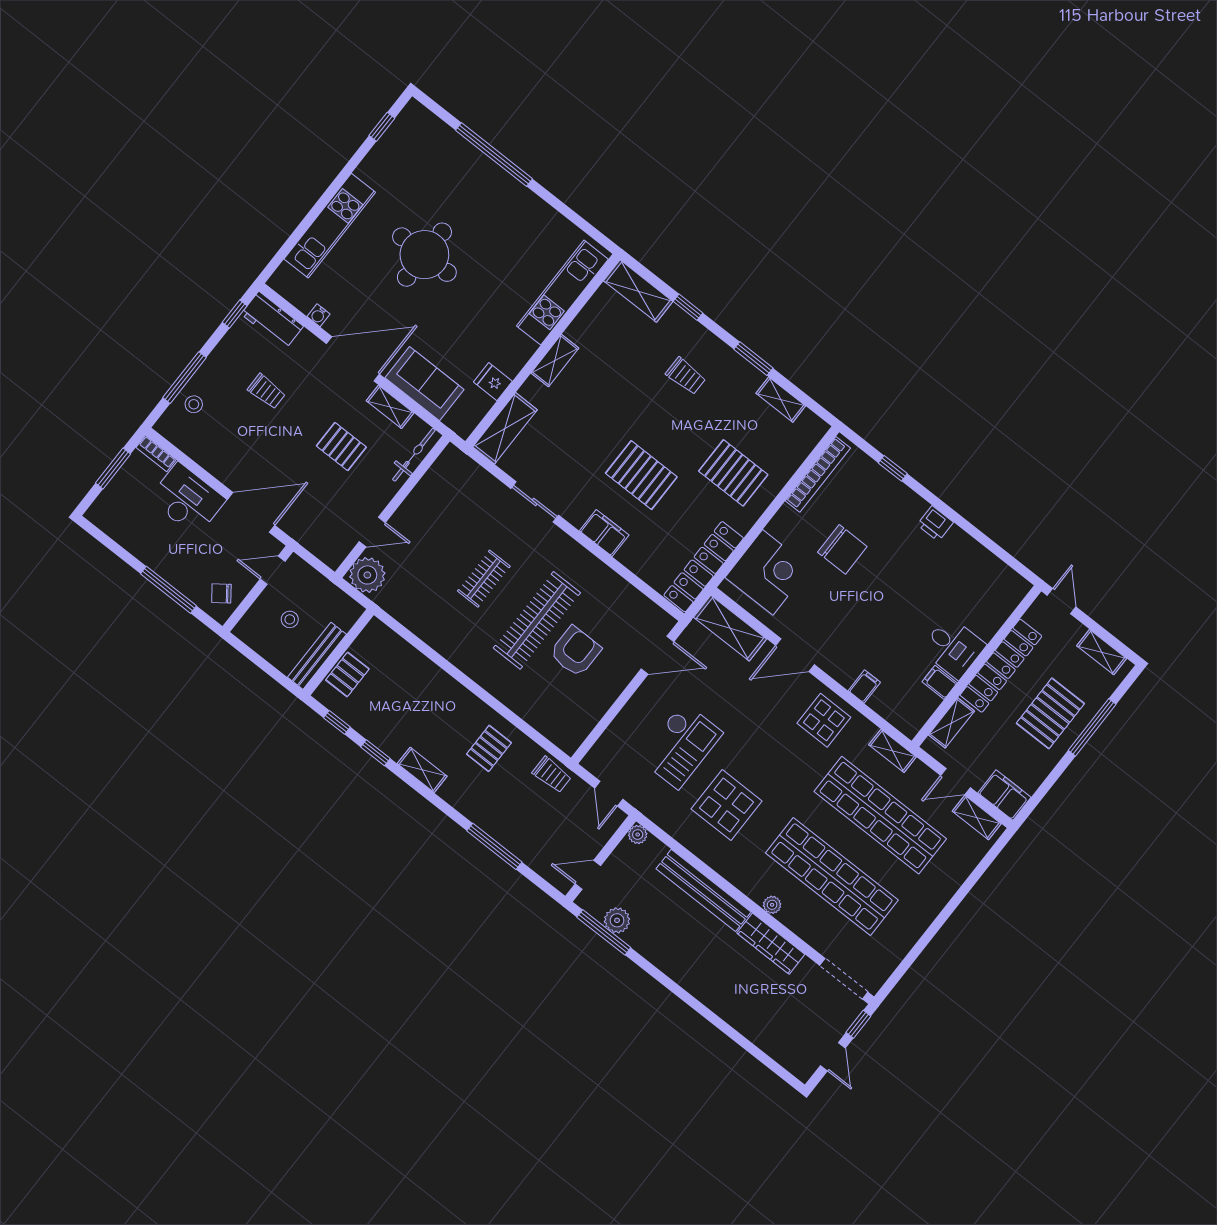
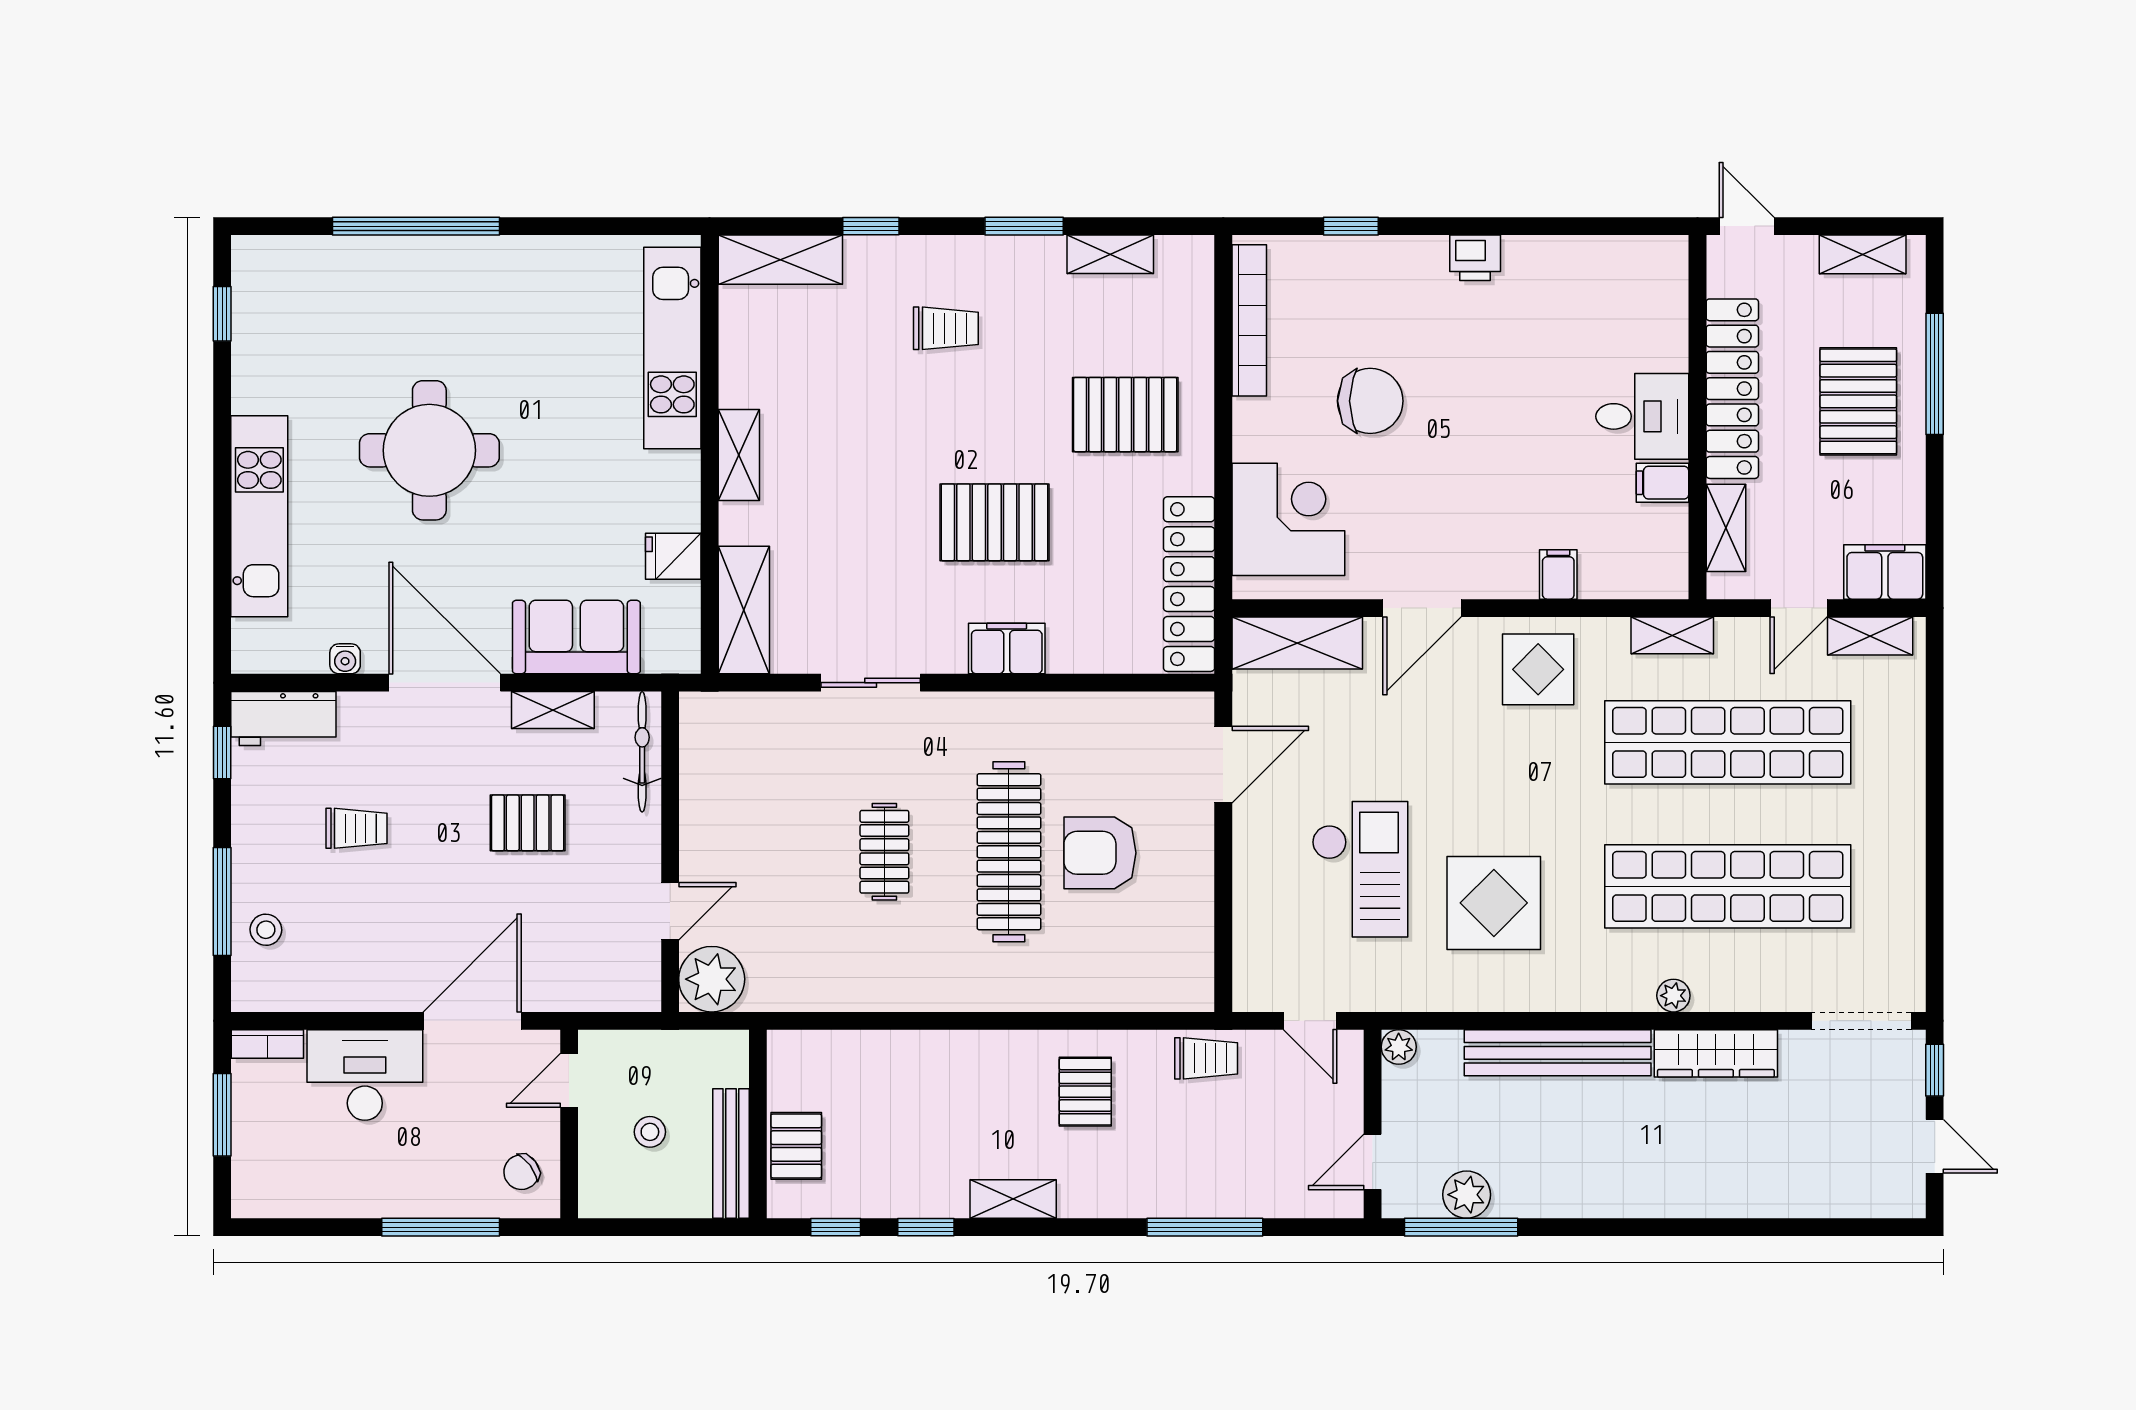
door: (353, 359) -> (445, 683), hinge flipped
armchair: (575, 651) -> (1100, 853), turned -90

